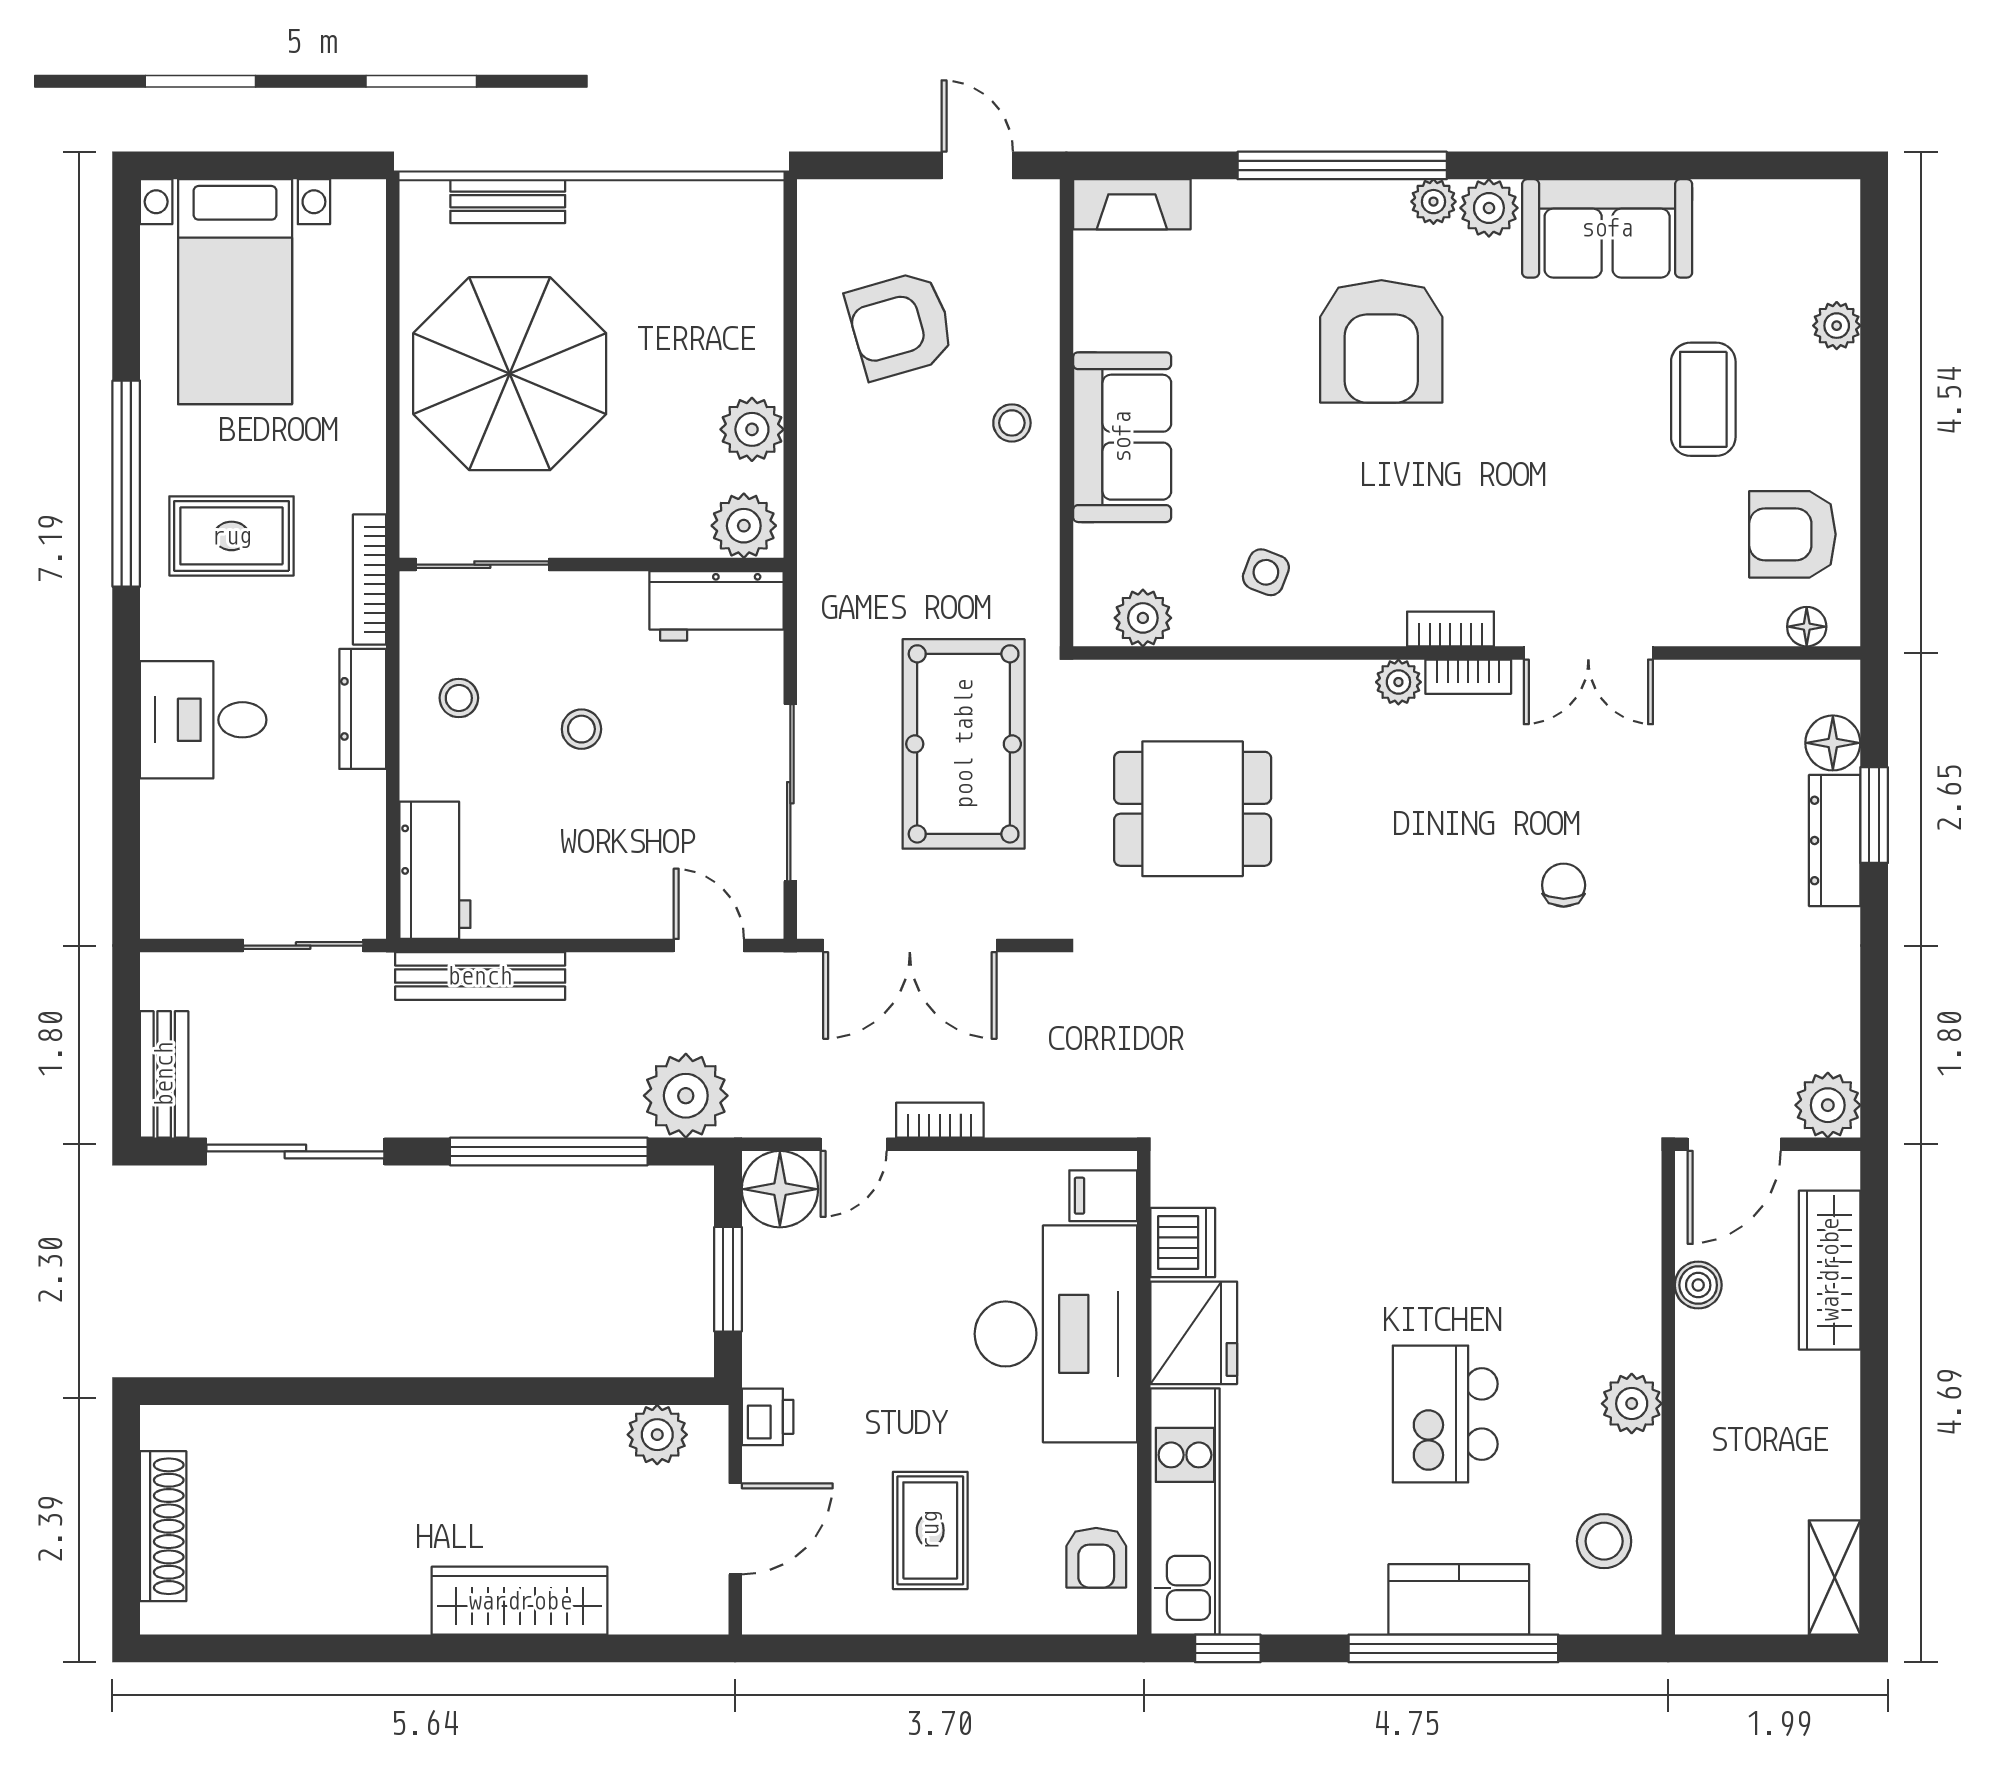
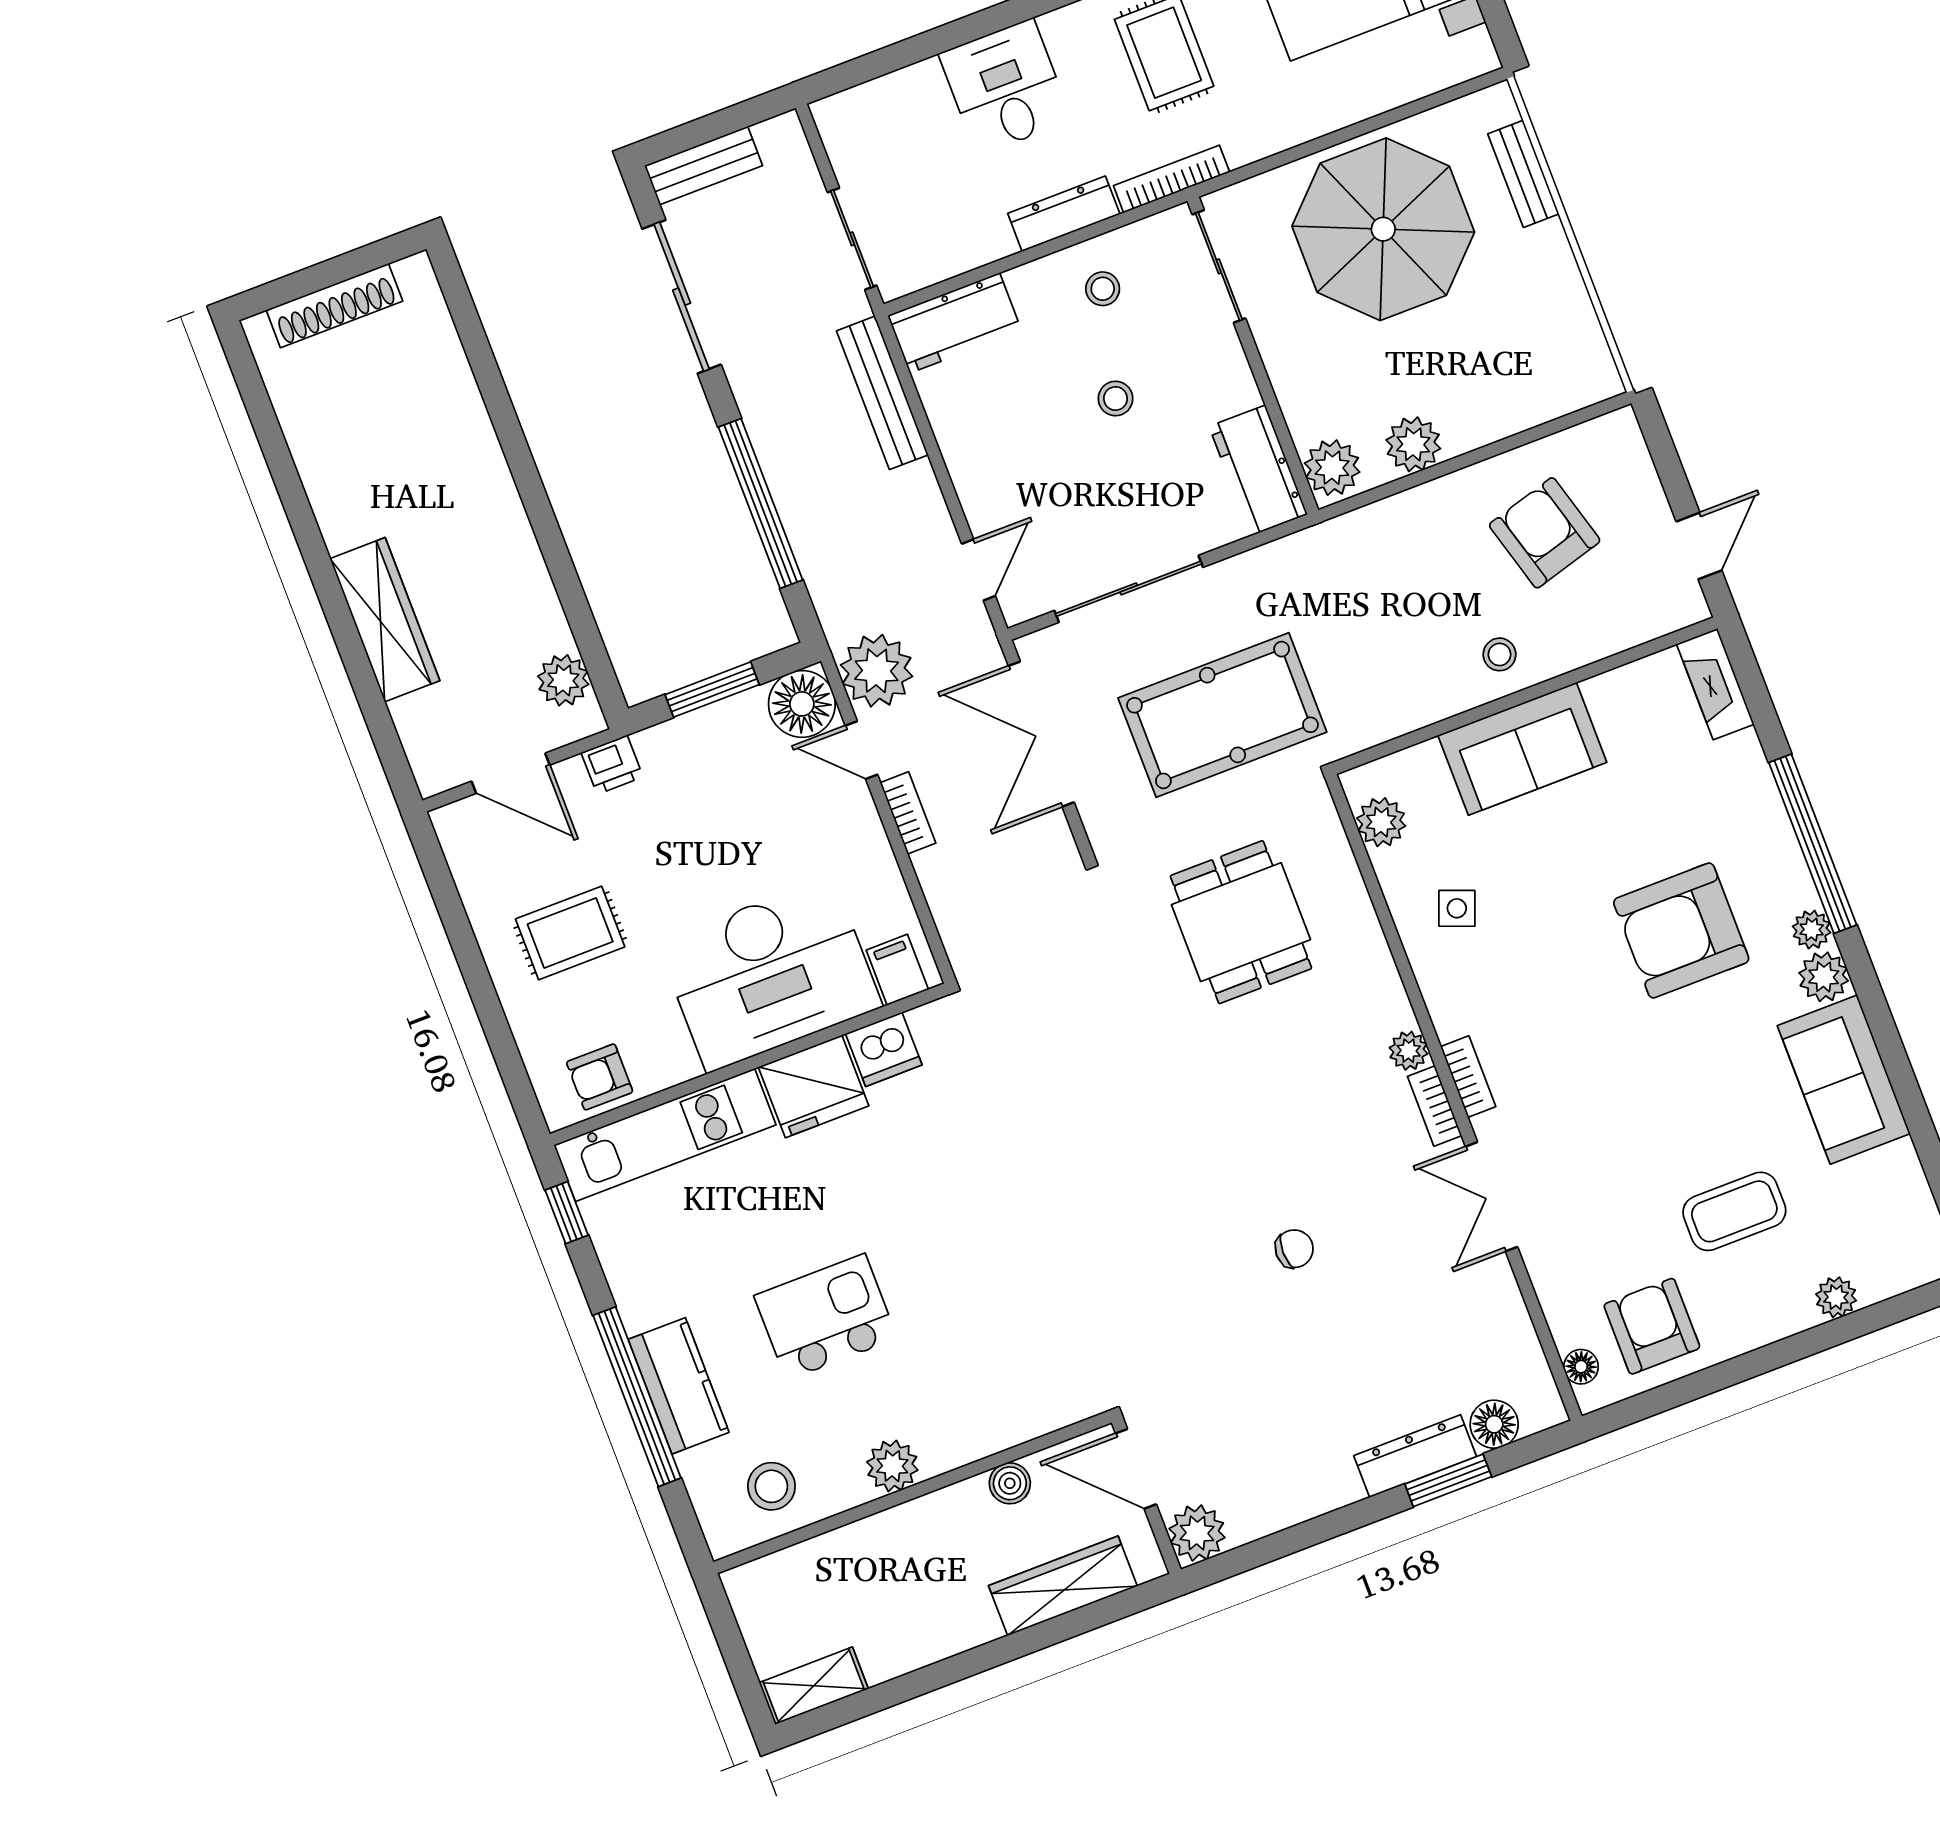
plant: (686, 1096) -> (877, 671), moved

